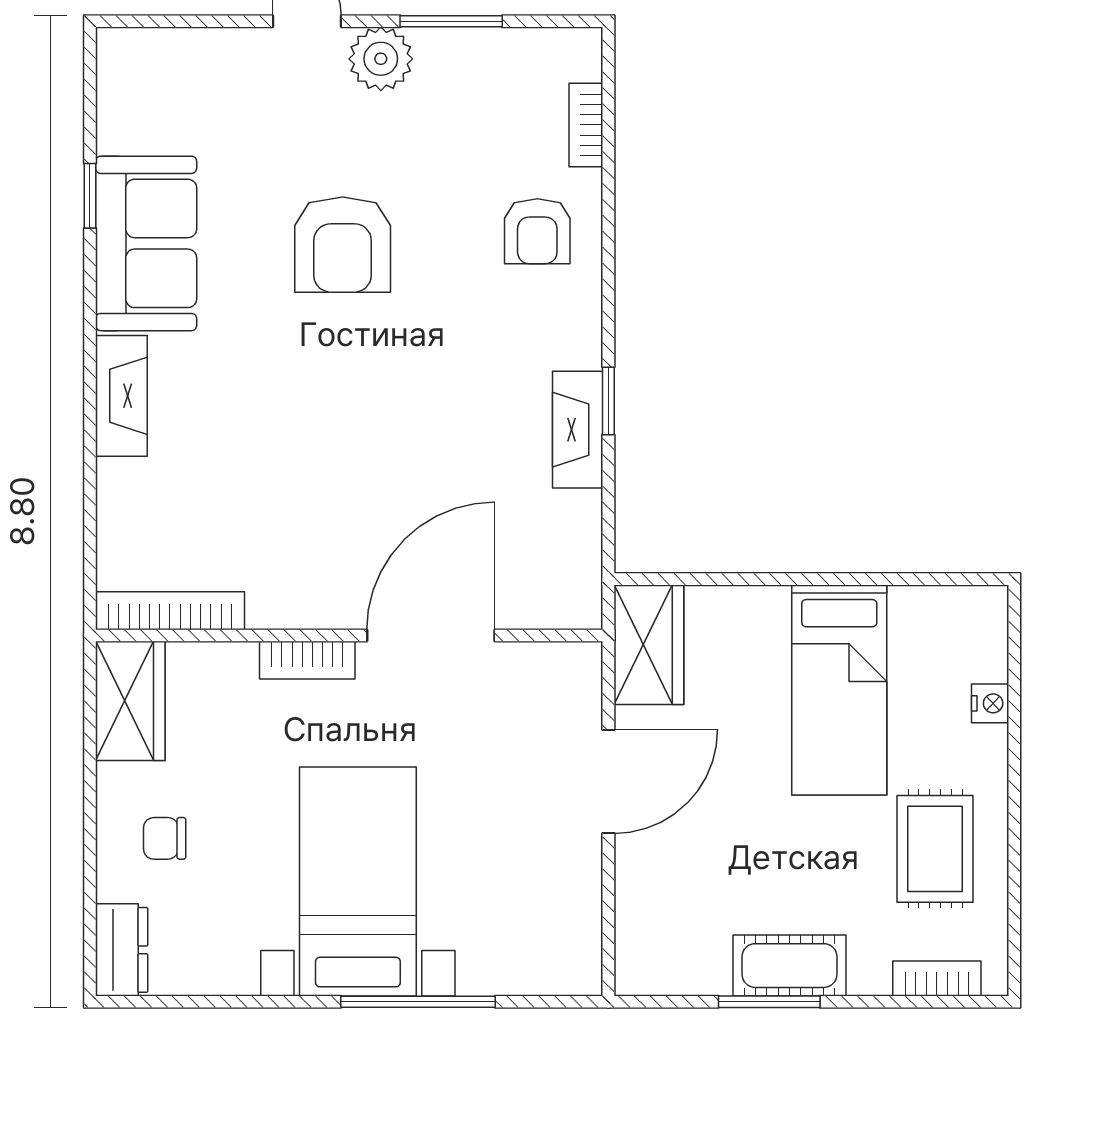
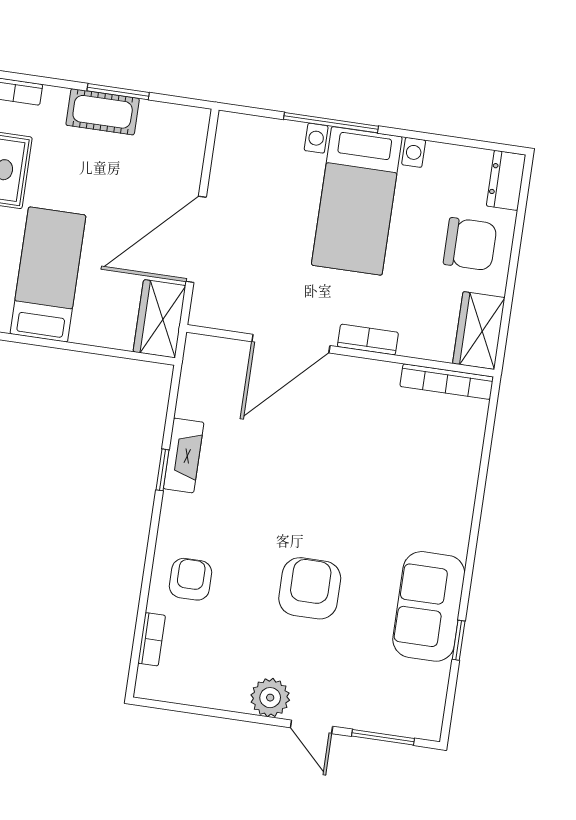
window: (451, 21) -> (383, 737), moved
fireplace: (121, 396) -> (457, 516), removed
door: (608, 782) -> (196, 239), width x1.36
chair: (165, 838) -> (470, 244), width x1.87, depth x1.87

